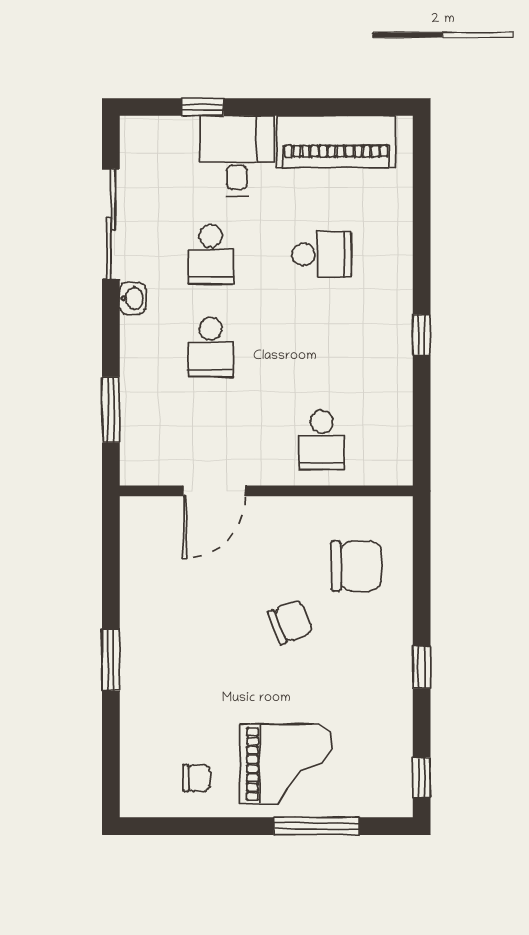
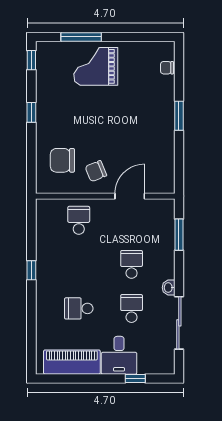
chair: (290, 622) -> (96, 171), moved
chair: (196, 778) -> (167, 68), moved

